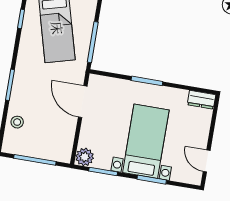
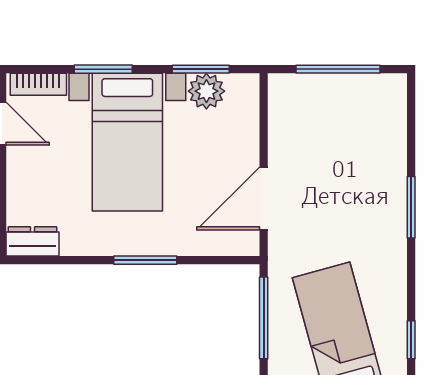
door: (83, 102) -> (264, 198), swing flipped
stool: (17, 122) -> (385, 137), removed
plant: (85, 157) -> (206, 91), moved
bookcase: (185, 178) -> (38, 84), added

